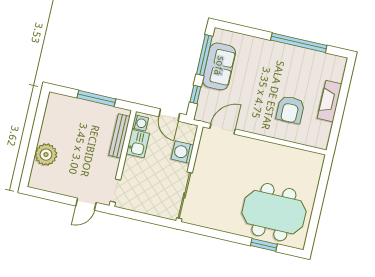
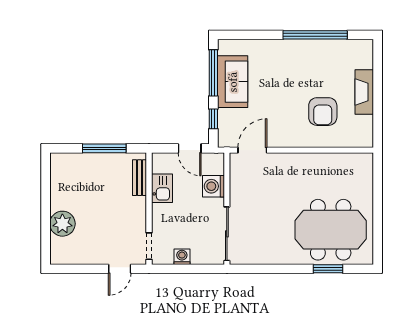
washing machine: (140, 123) -> (182, 257), moved, turned -90
bench: (120, 136) -> (140, 178), width x0.73

